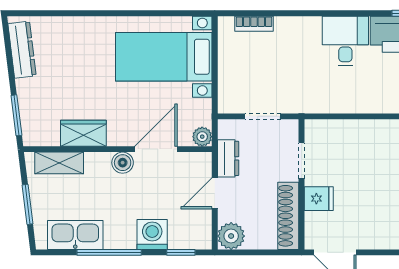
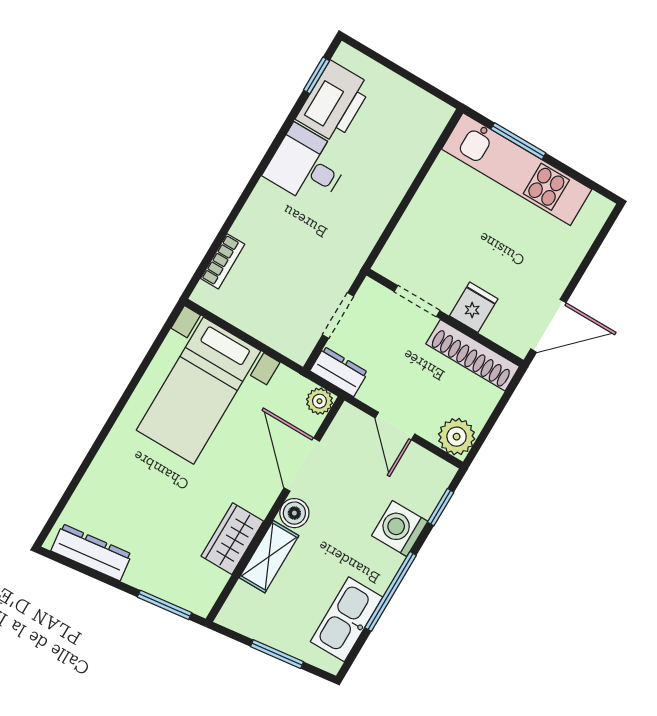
dresser: (228, 158) -> (339, 372), moved
shelving: (59, 163) -> (269, 557), moved

